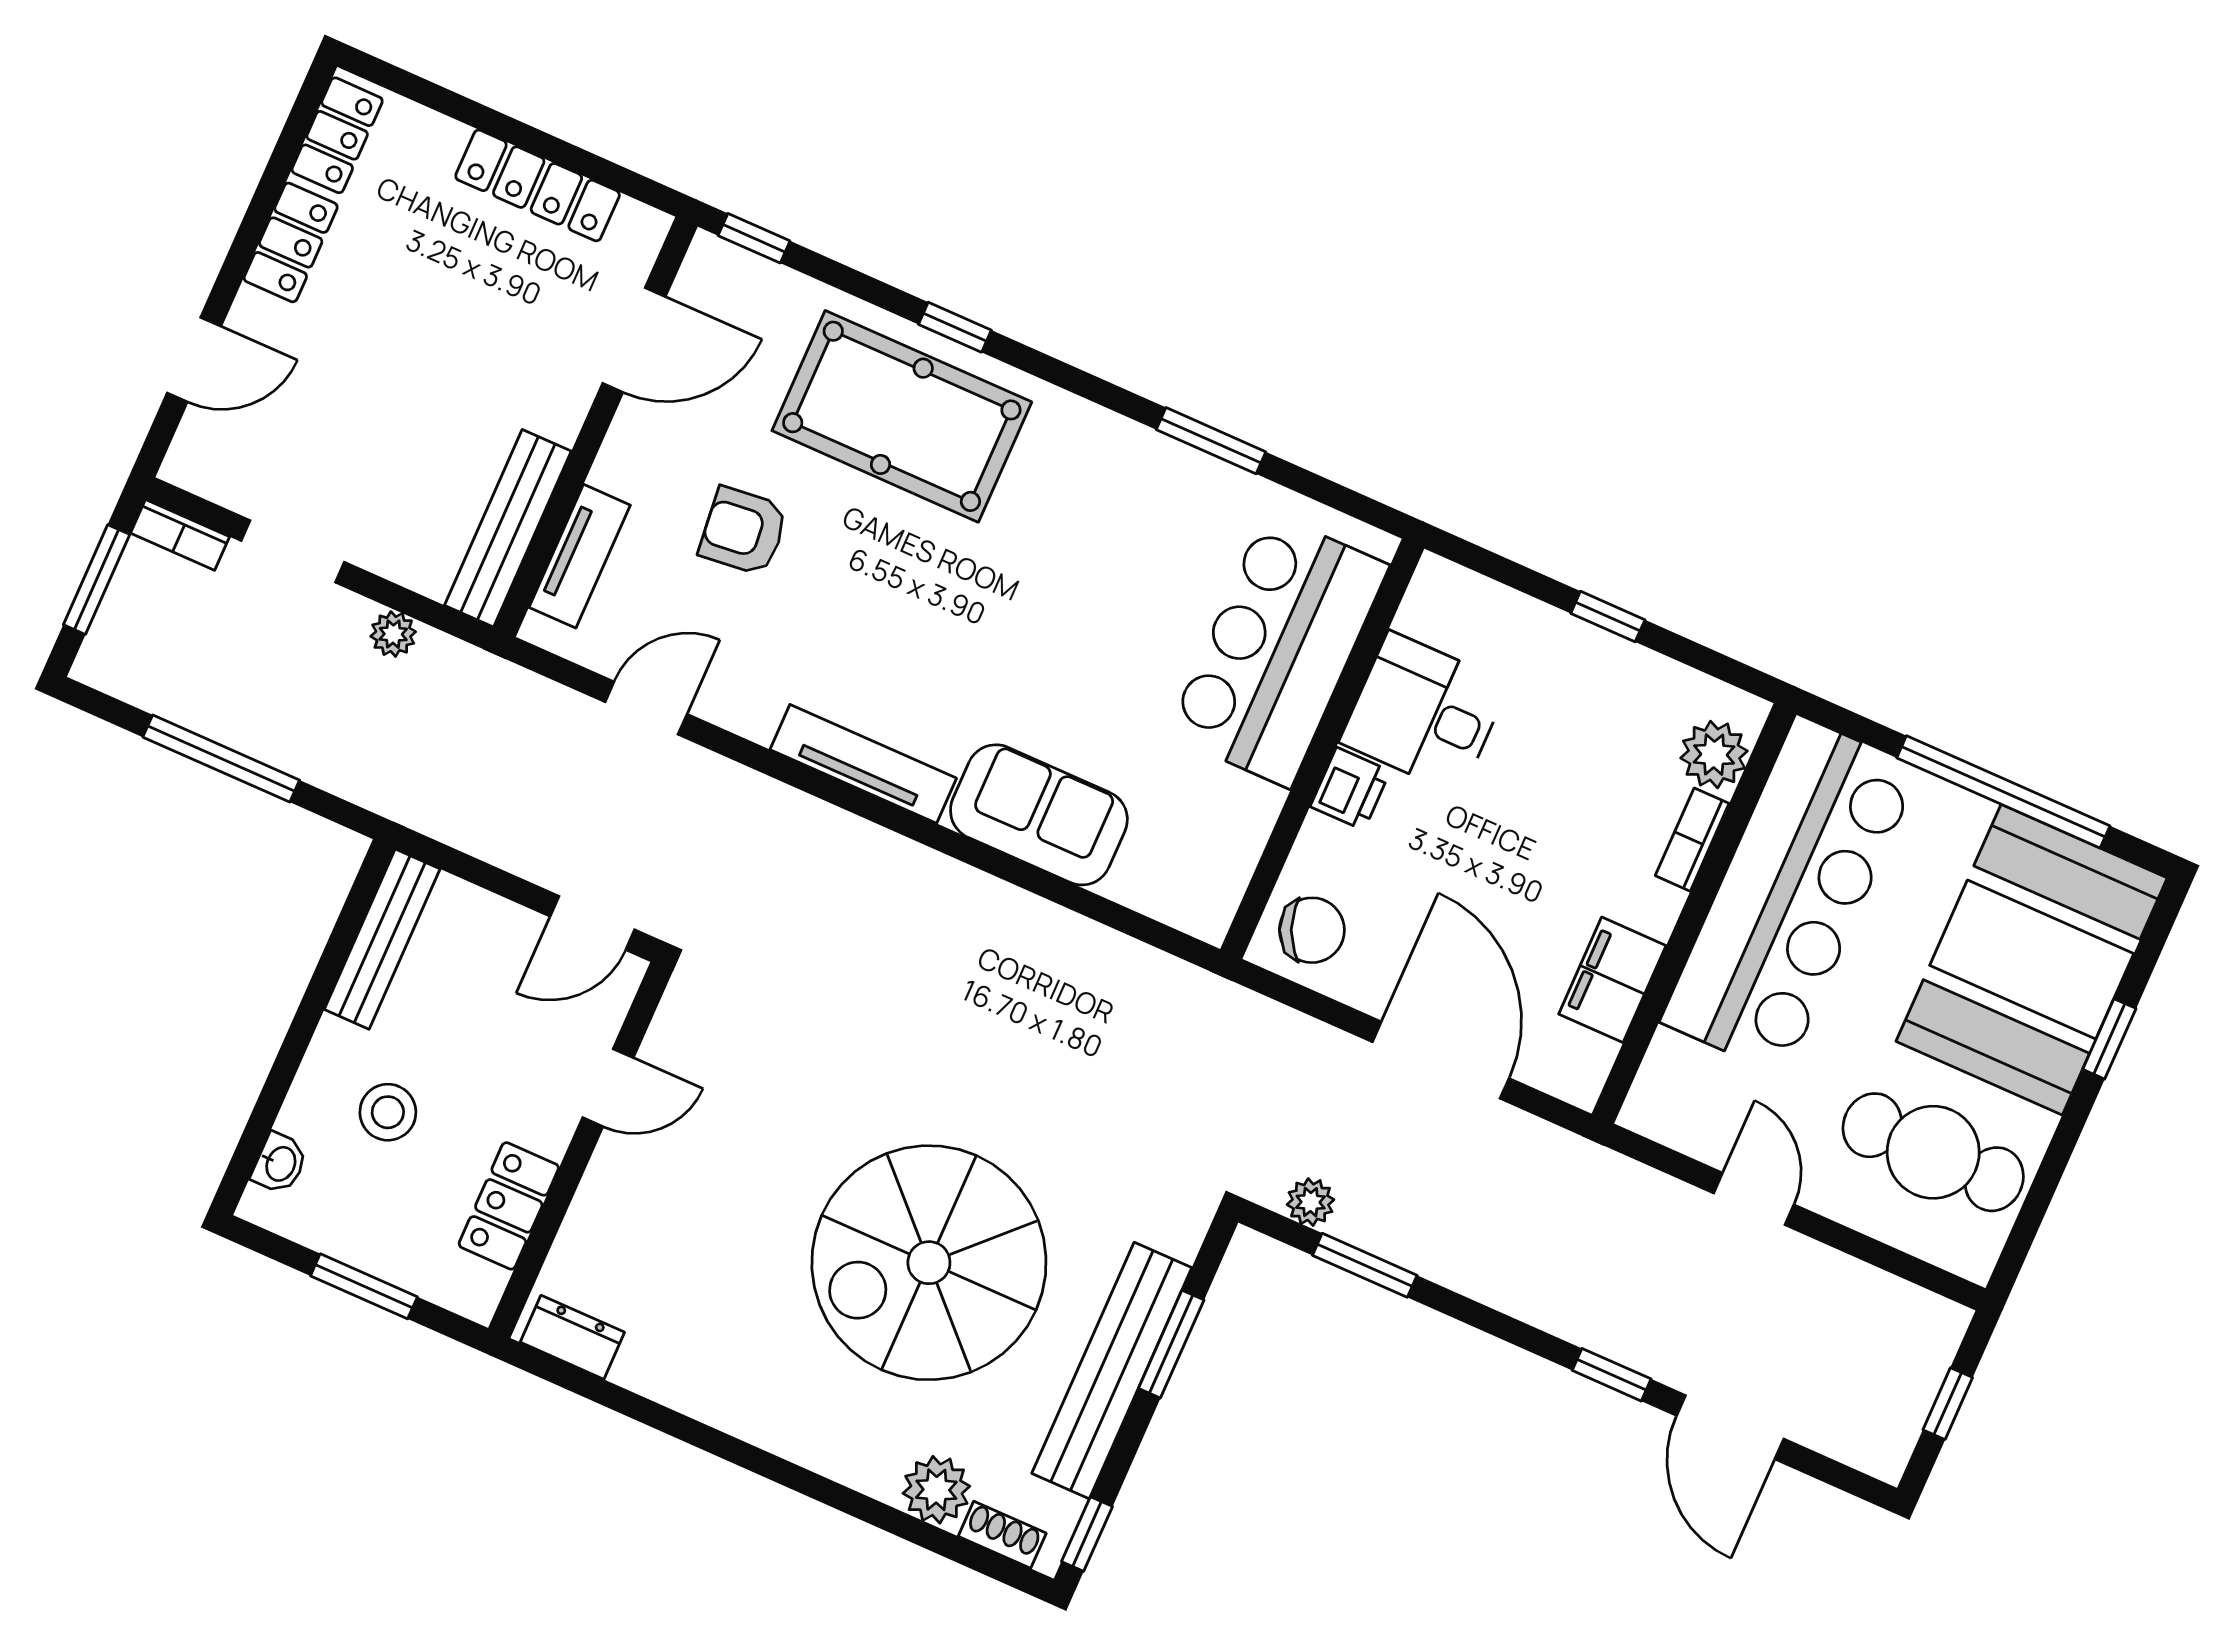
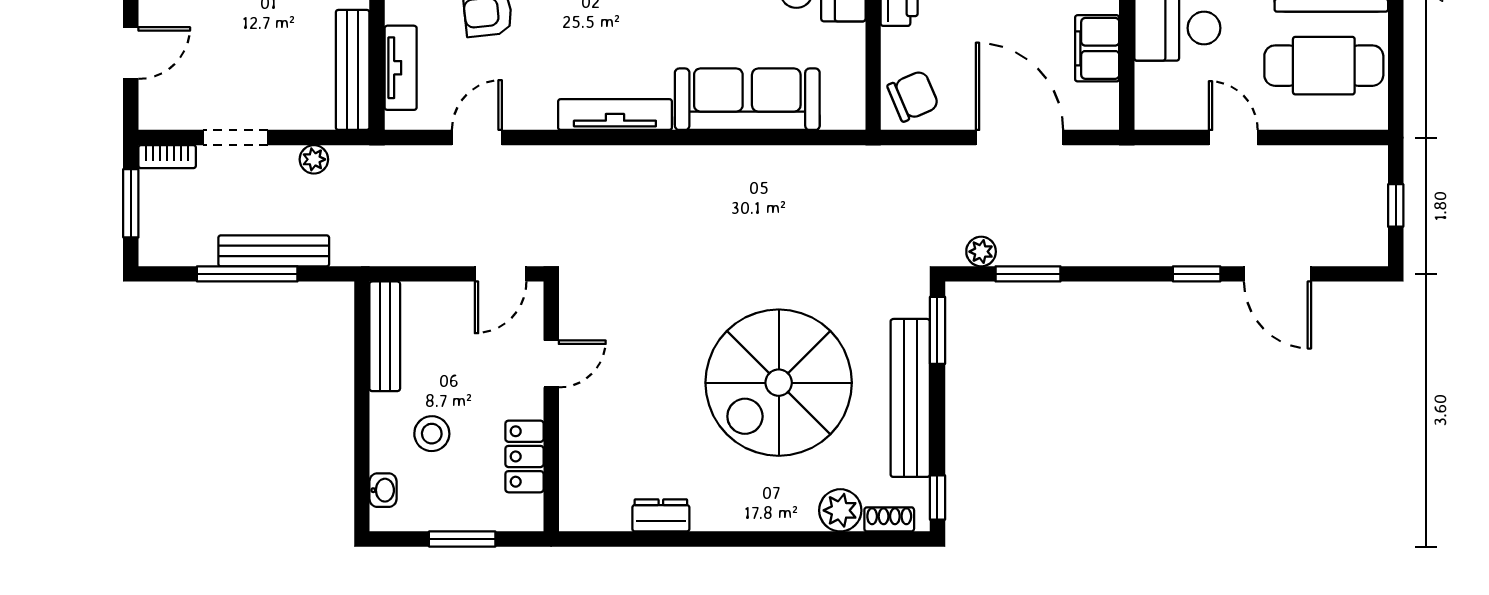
bench: (275, 742) -> (274, 251), added
sofa: (1039, 815) -> (747, 99), width x1.36
dresser: (572, 1337) -> (661, 515), moved
window: (1171, 1344) -> (937, 330), moved

